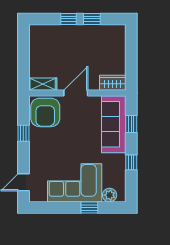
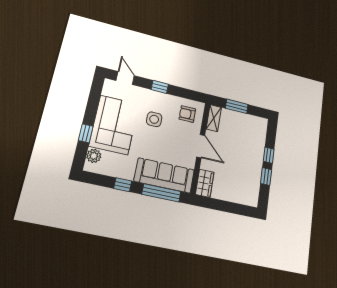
window: (23, 61) -> (237, 106), added
armchair: (45, 112) -> (187, 114), width x0.53, depth x0.53
window: (131, 124) -> (161, 193), width x2.17
window: (23, 133) -> (160, 87), moved
side table: (59, 145) -> (154, 119), added

